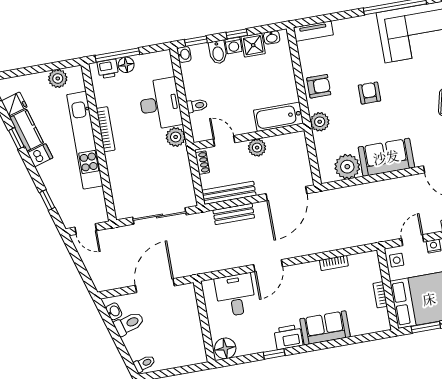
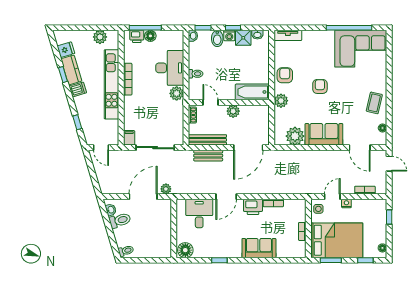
armchair: (319, 86) -> (285, 75), turned -90
filing cabinet: (122, 209) -> (129, 138), added
plant: (184, 270) -> (166, 189), added
printer: (288, 337) -> (253, 207), moved, turned 180

